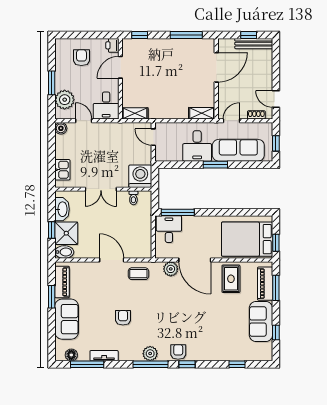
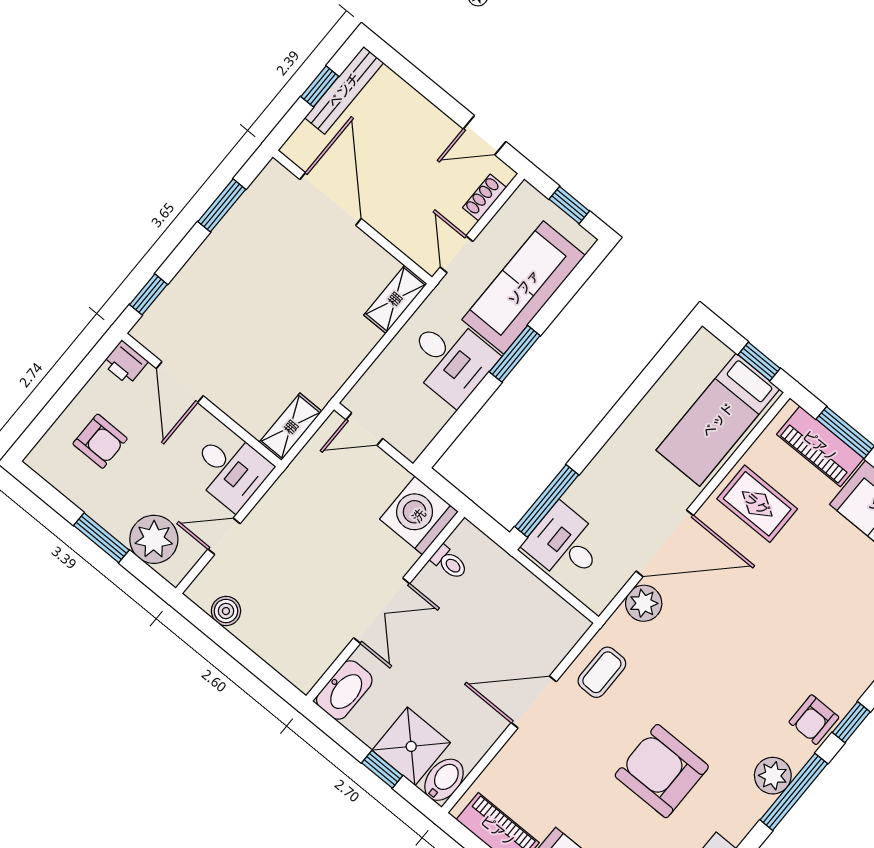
window: (186, 35) -> (222, 205), width x0.69
armchair: (81, 58) -> (100, 441), turned 180
boiler: (61, 128) -> (226, 611), moved
kitchen sink: (62, 170) -> (284, 654), removed
washbasin: (62, 209) -> (344, 690), moved, turned 90
bed: (247, 239) -> (718, 420), width x0.67
armchair: (123, 318) -> (662, 771), width x1.88, depth x1.88
armchair: (178, 352) -> (814, 720), turned -90

